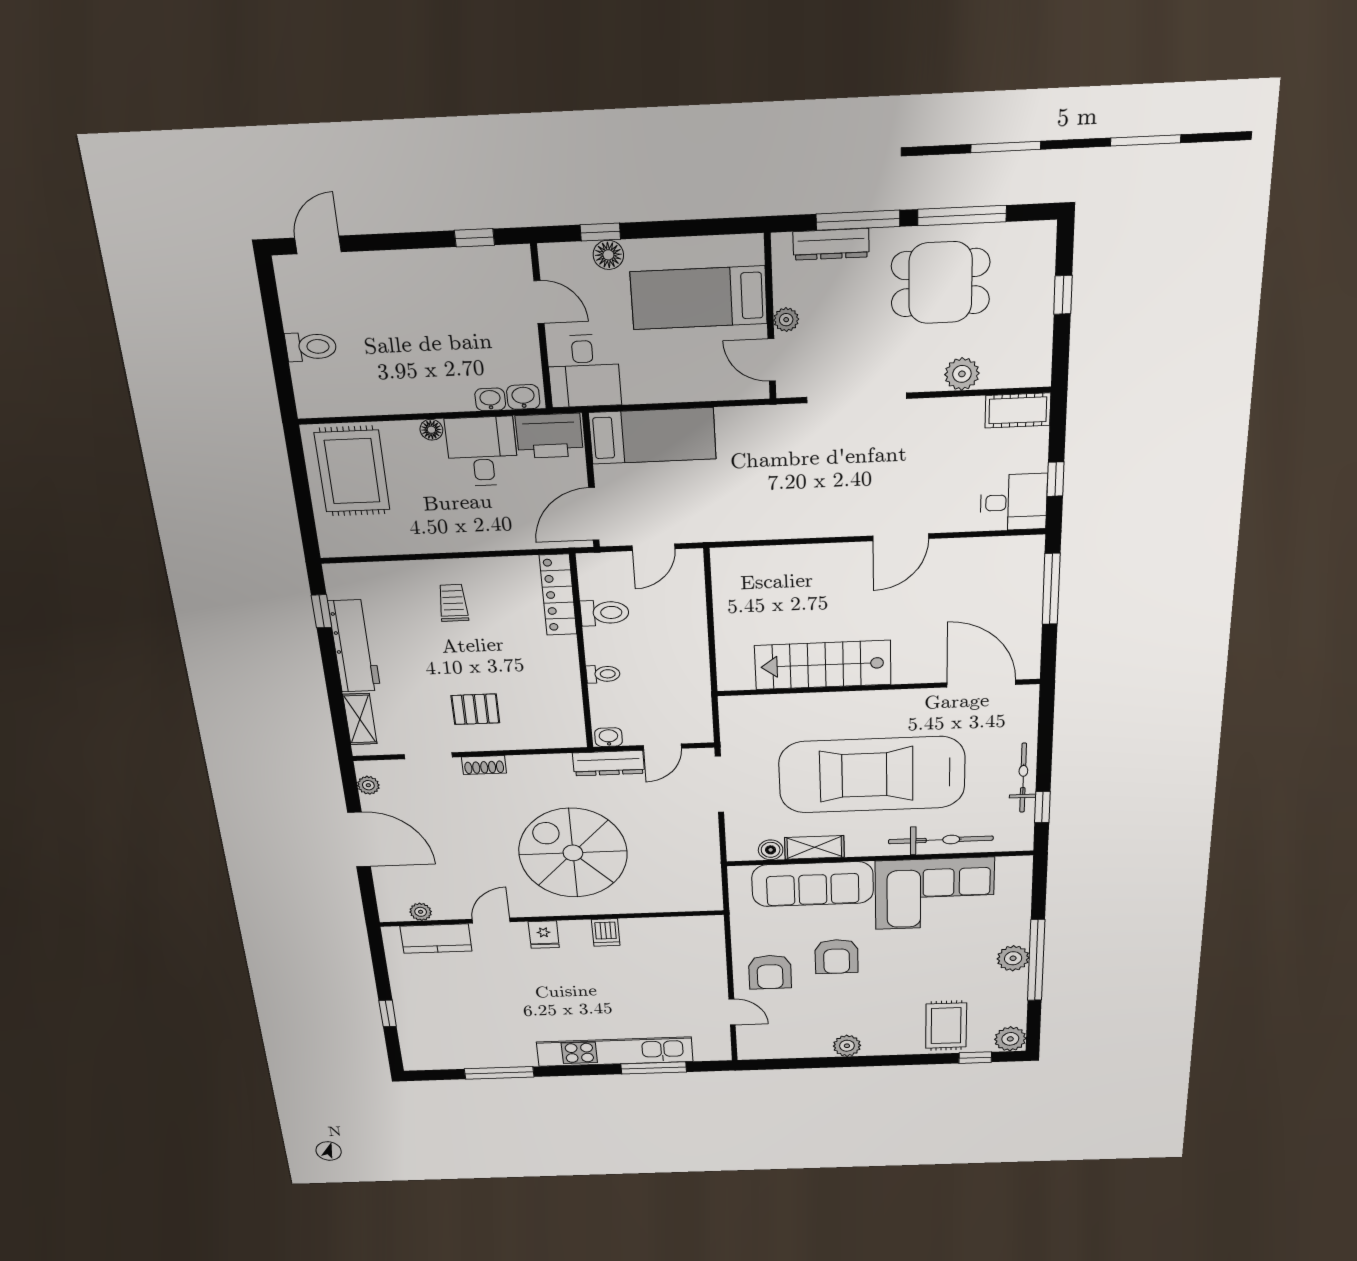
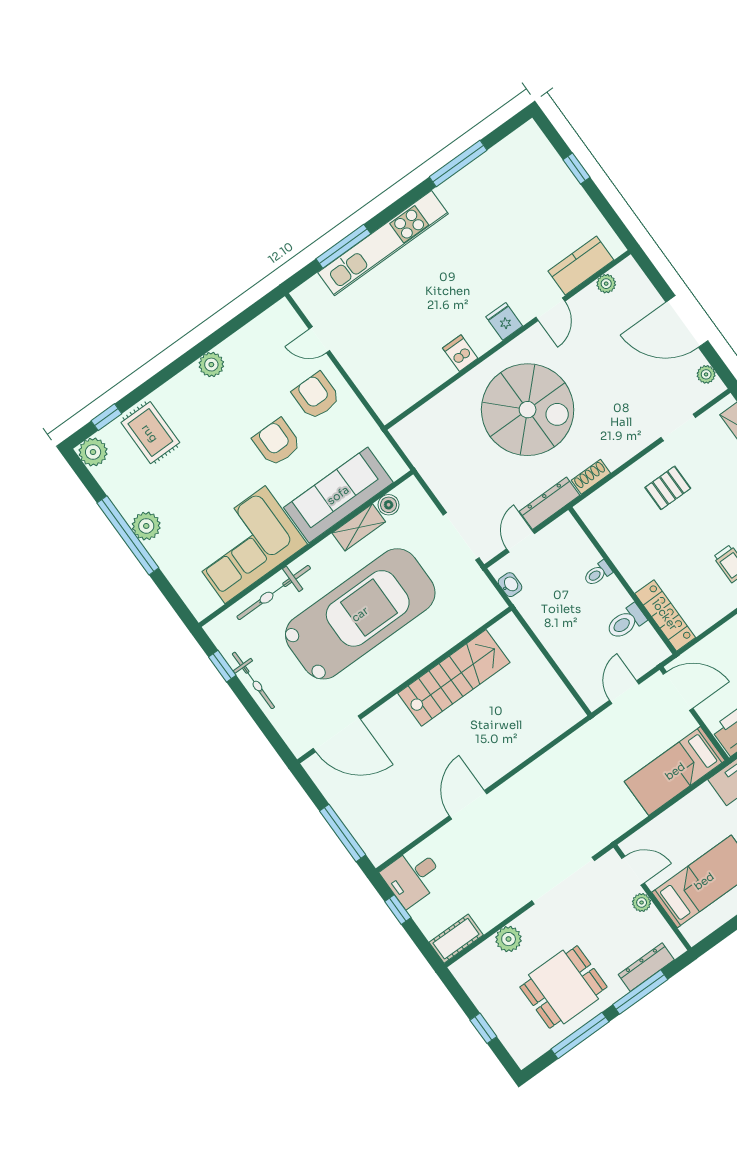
door: (594, 514) -> (678, 691), hinge flipped
washbasin: (609, 737) -> (510, 585), moved, turned -90
shoe rack: (484, 765) -> (591, 477), moved

